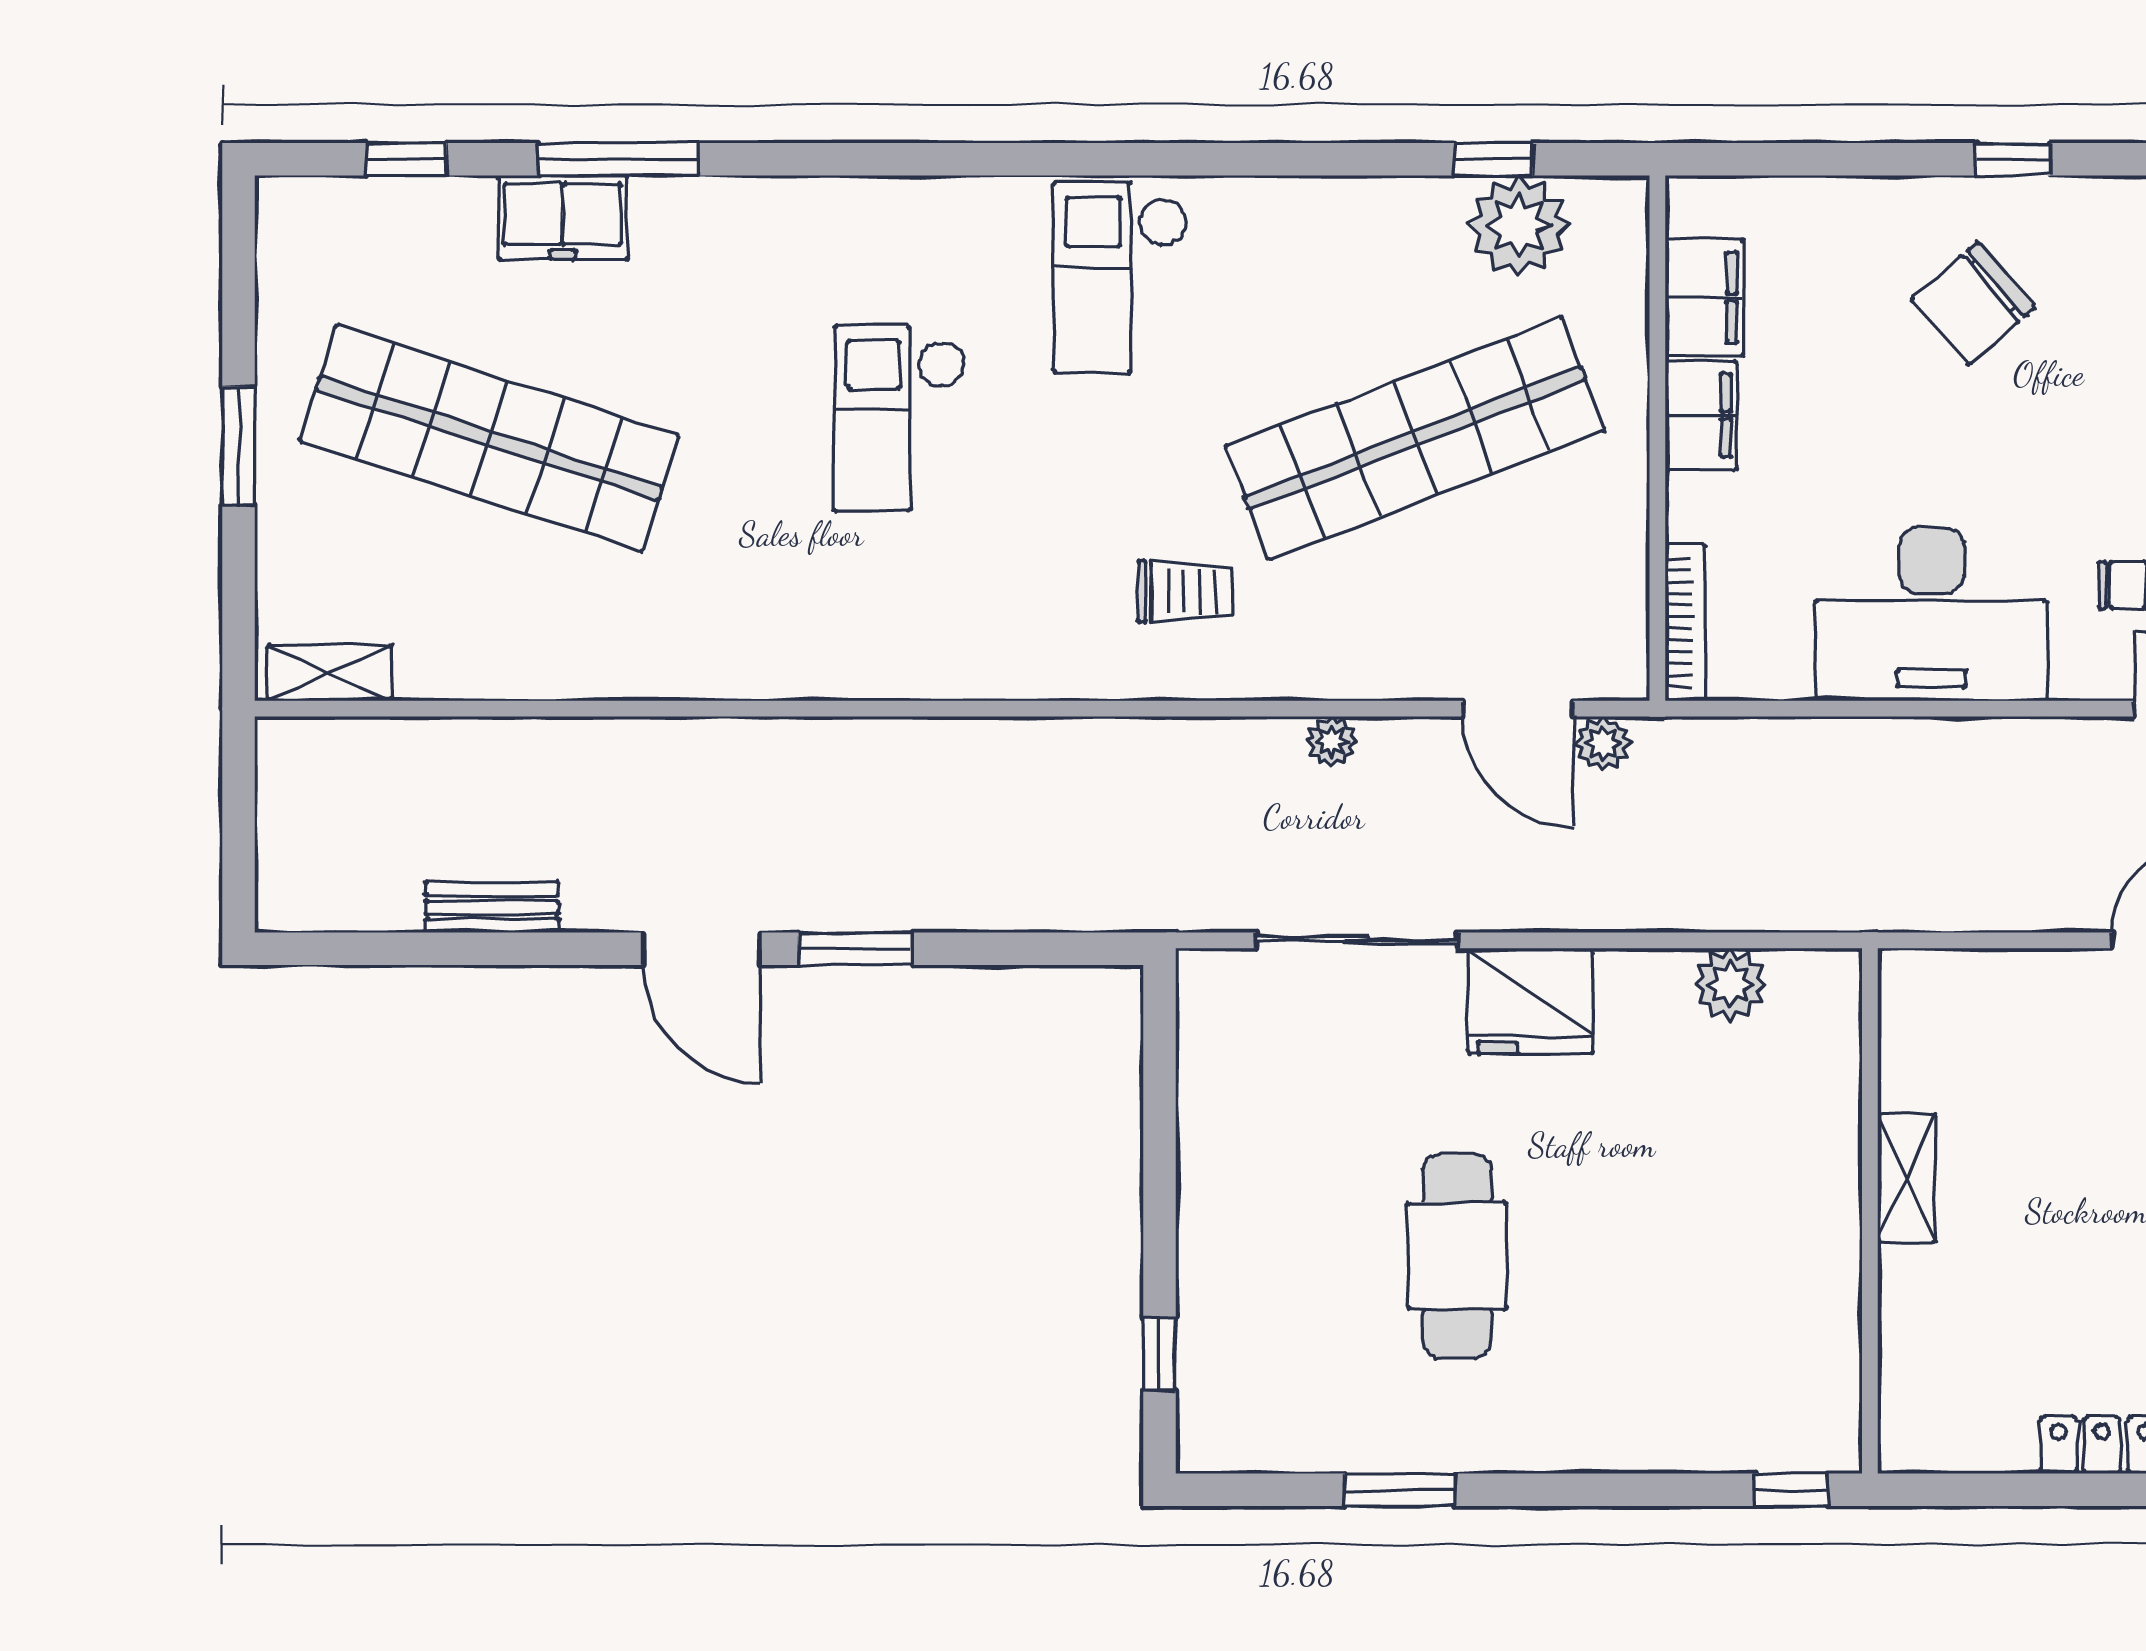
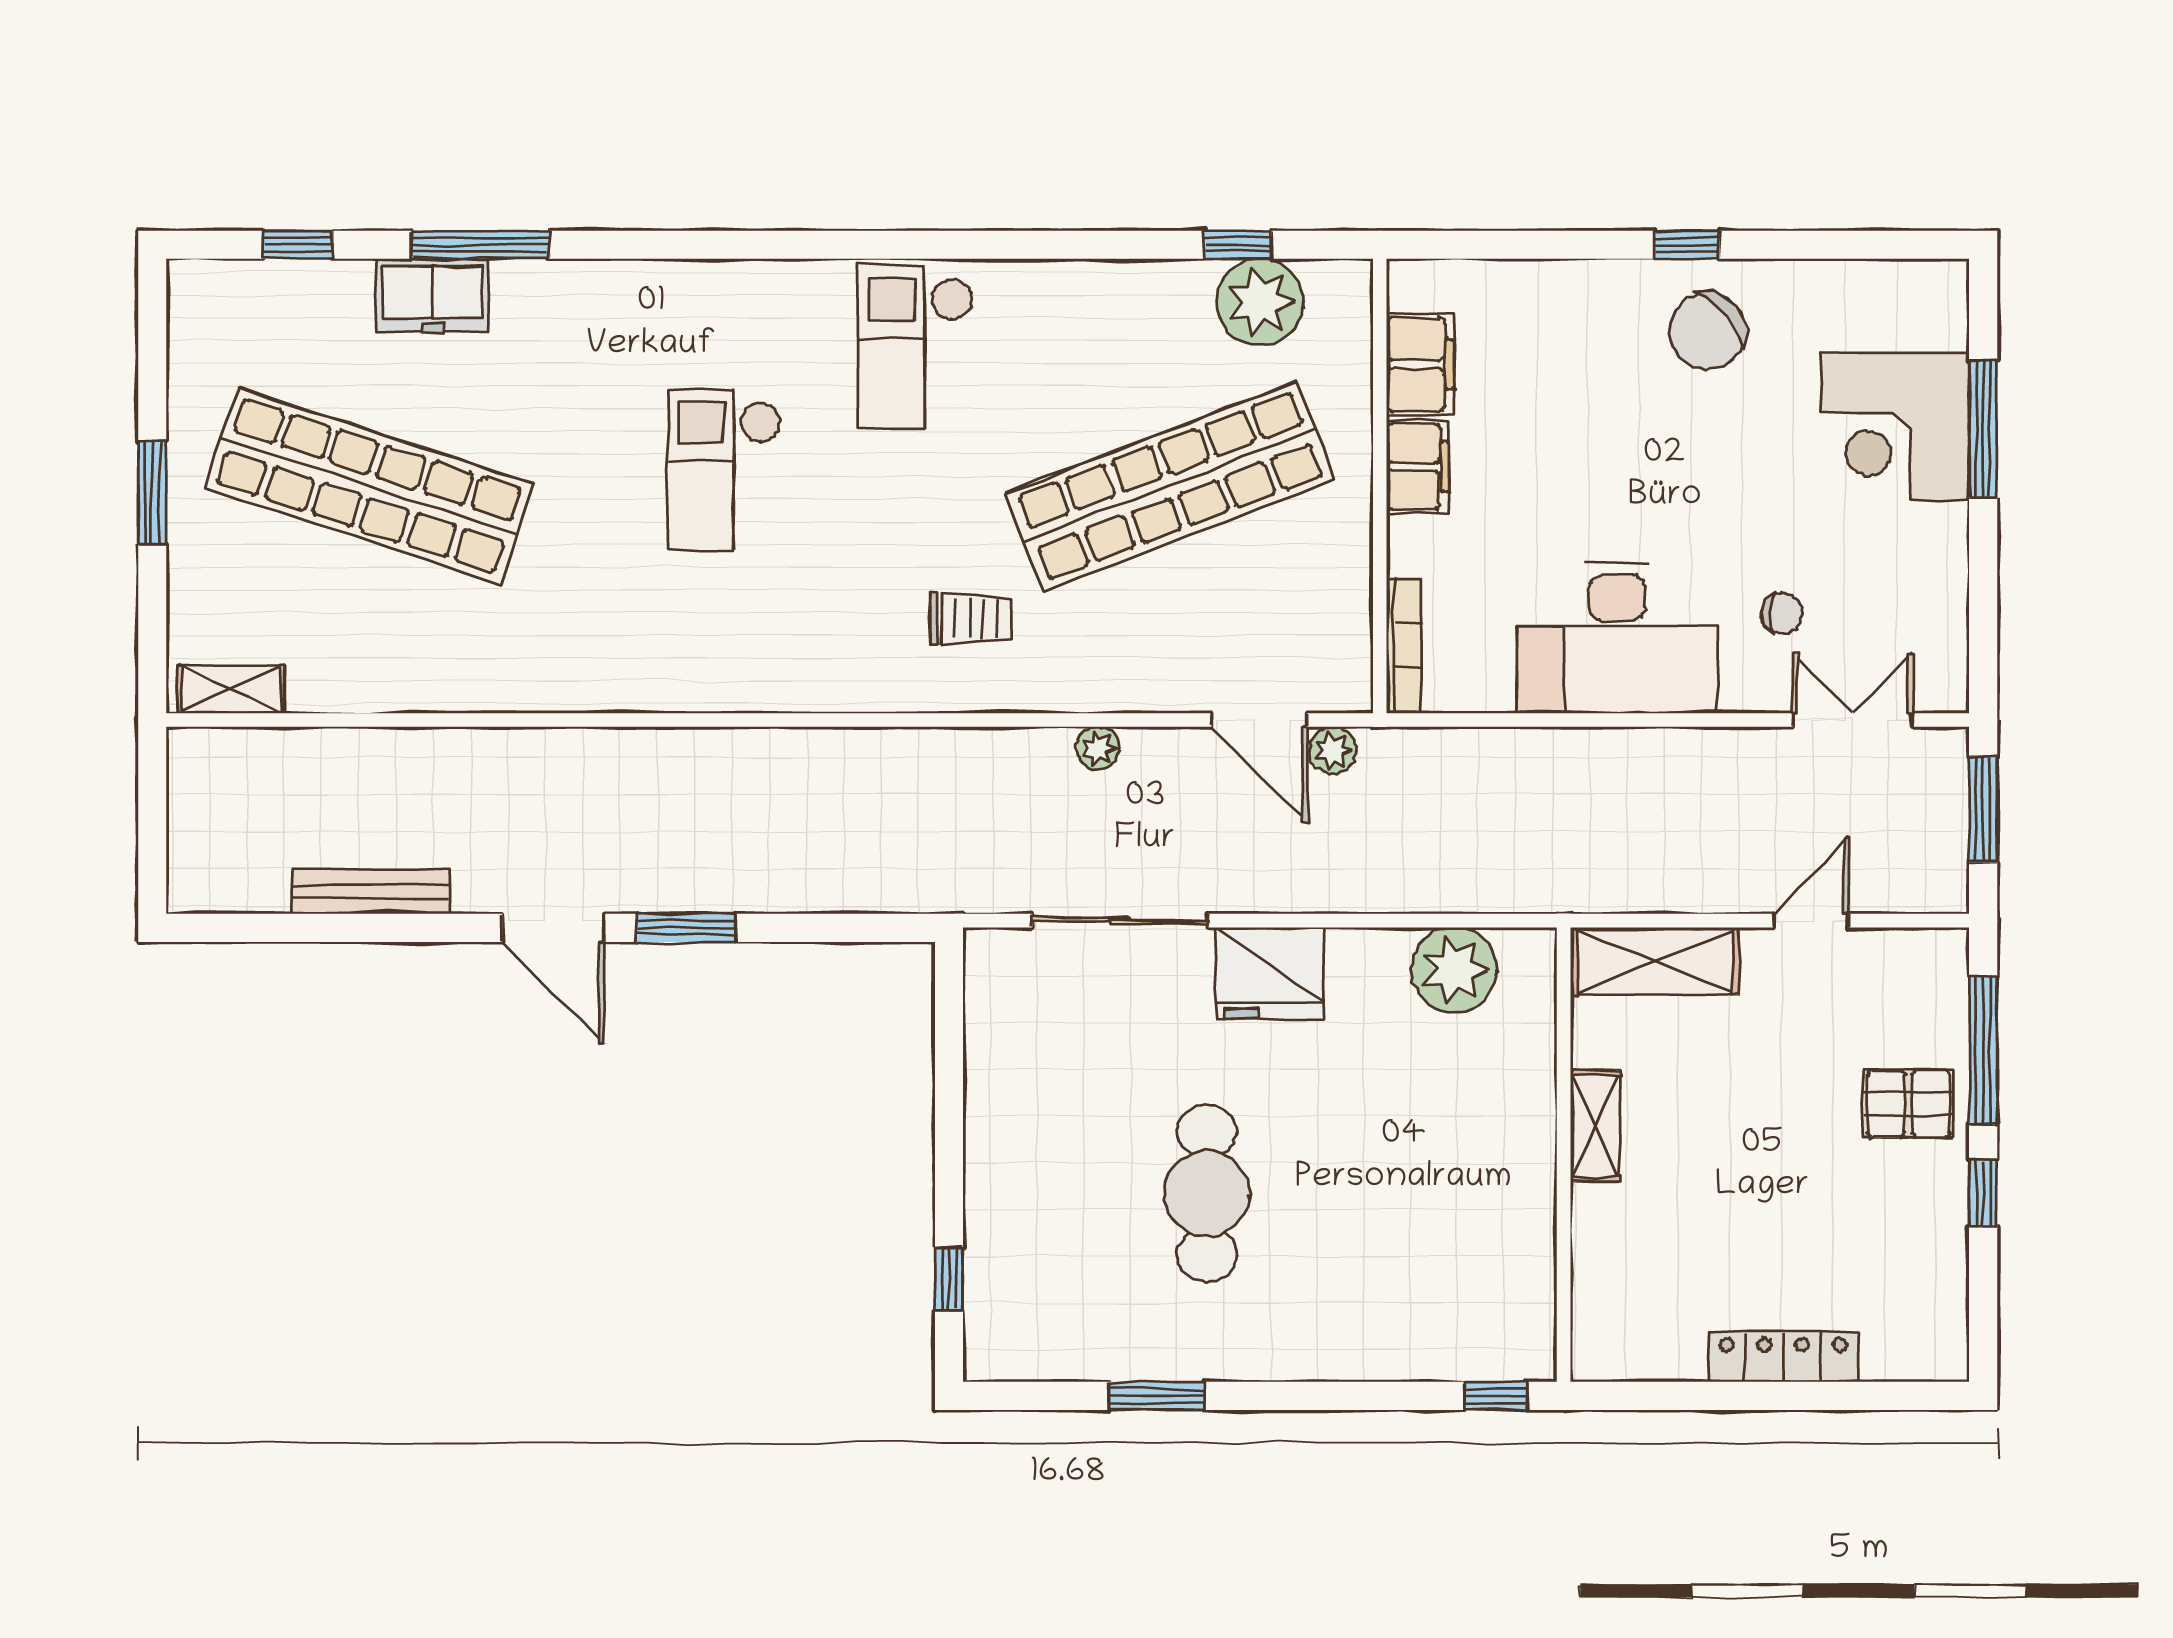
chair: (1973, 303) -> (1708, 331), moved
bench: (492, 907) -> (371, 892), width x1.36
plant: (1730, 984) -> (1454, 970), width x1.36, depth x1.36
shelving: (1975, 987) -> (1655, 961), added

